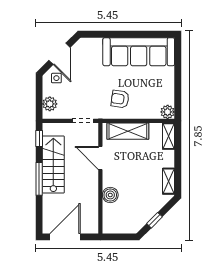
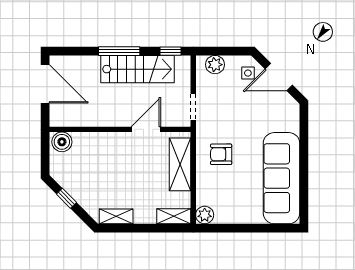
armchair: (120, 99) -> (221, 154), turned -98
boiler: (110, 195) -> (62, 142), moved

